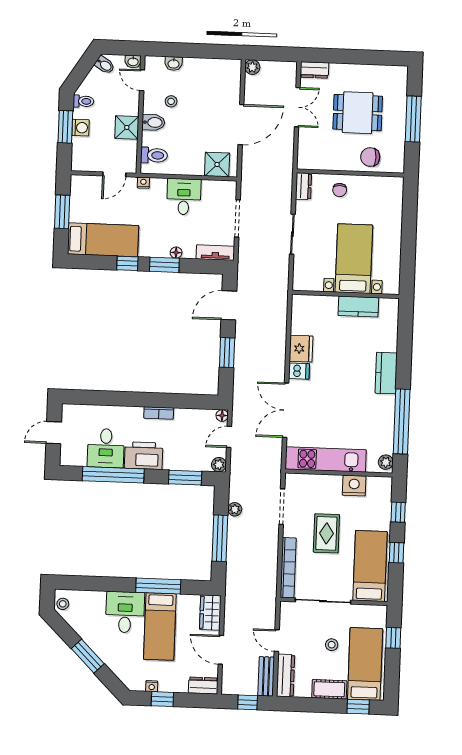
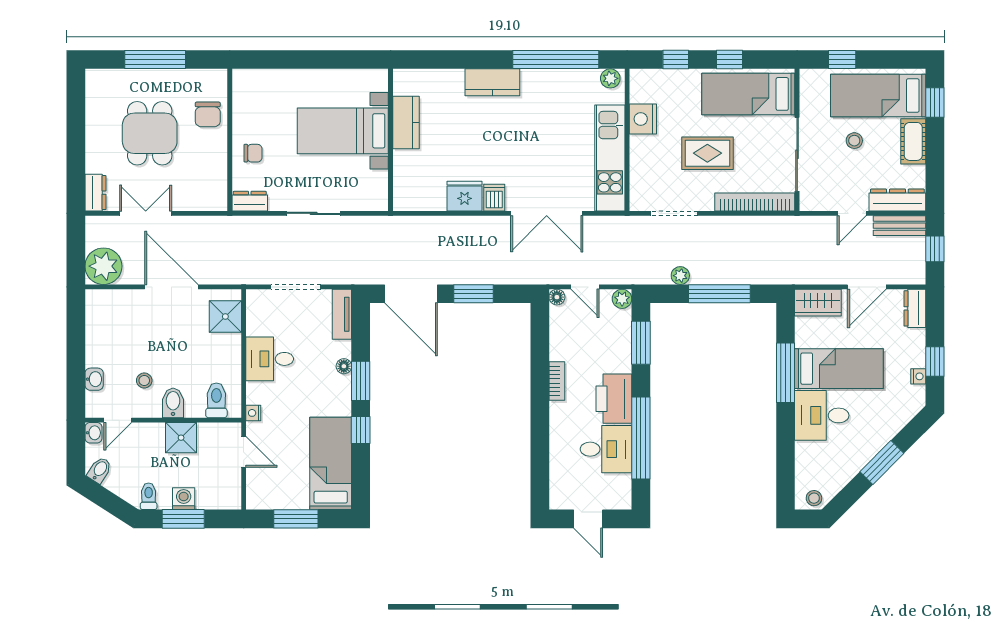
plant: (252, 67) -> (103, 266), width x1.88, depth x1.88
door: (229, 305) -> (411, 294), width x1.36

